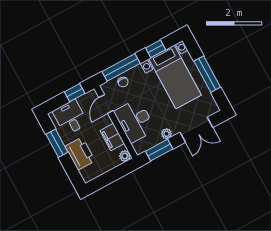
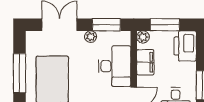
printer: (80, 154) -> (185, 46), moved
window: (113, 175) -> (165, 25), added

